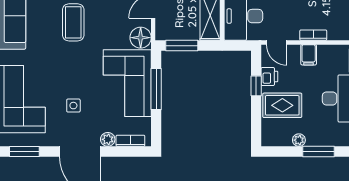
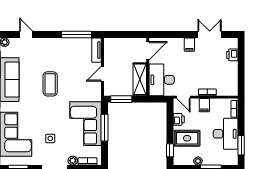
floor lamp: (141, 38) -> (94, 94), removed
window: (256, 86) -> (170, 150), moved

